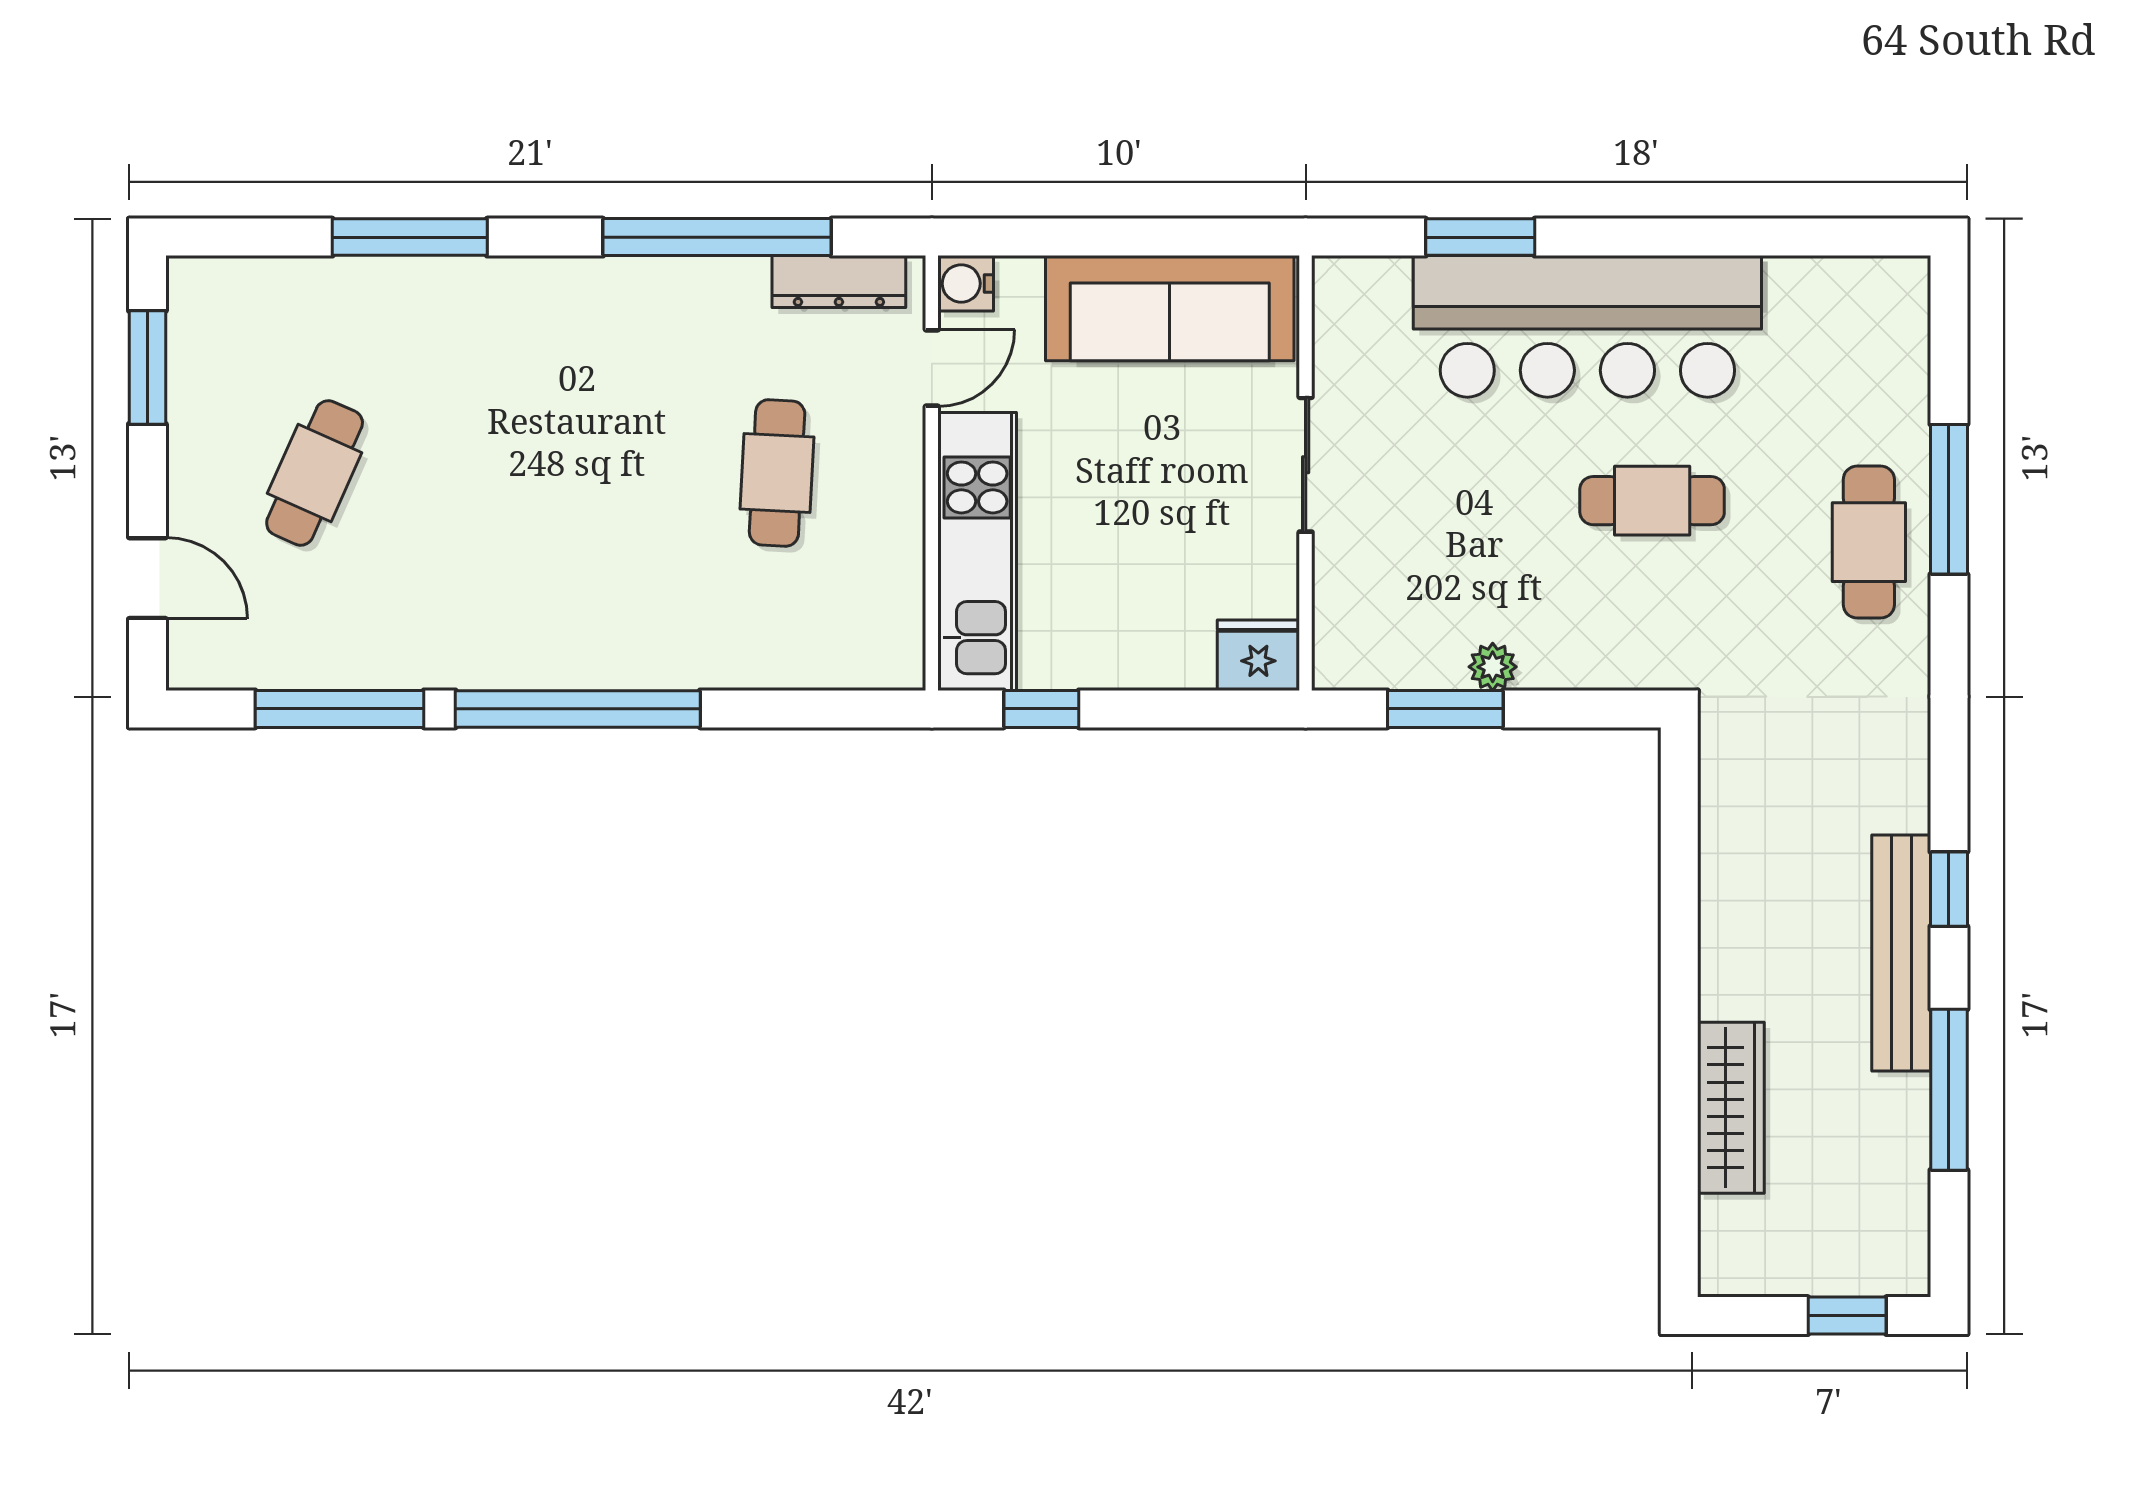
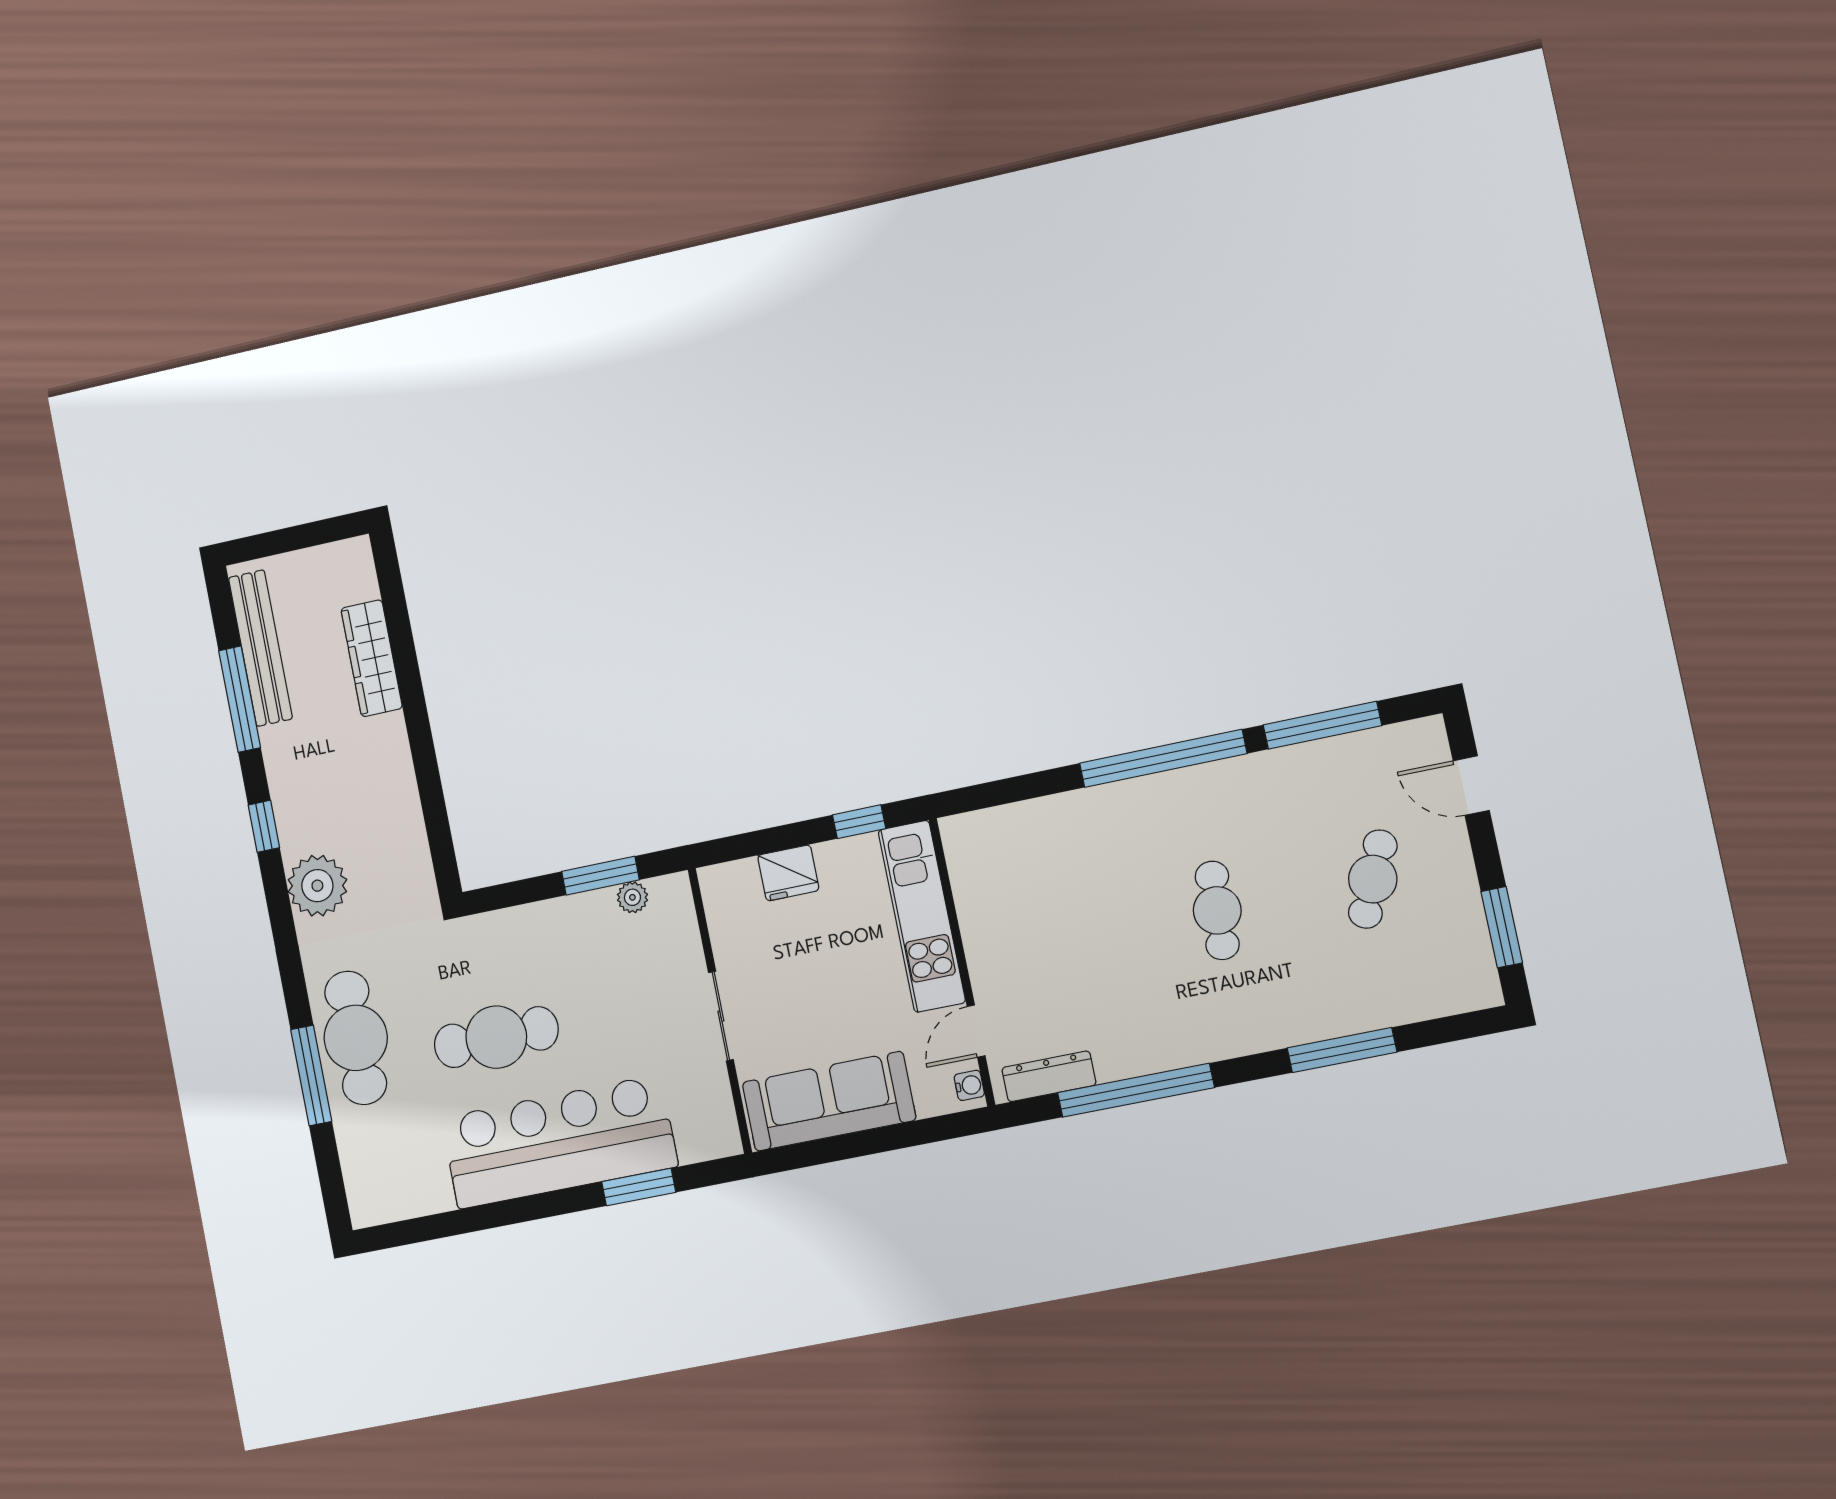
water cooler: (966, 283) -> (969, 1085), width x0.72, depth x0.72
cafe table: (777, 473) -> (1217, 910), moved
cafe table: (1652, 501) -> (496, 1037), width x1.37, depth x1.35
cafe table: (1869, 542) -> (356, 1038), width x1.37, depth x1.35
fridge: (1258, 655) -> (788, 873), moved
plant: (1493, 667) -> (632, 897), moved
plant: (1883, 782) -> (317, 886), added
bench: (1901, 953) -> (260, 648), moved
window: (1847, 1316) -> (275, 543), removed

